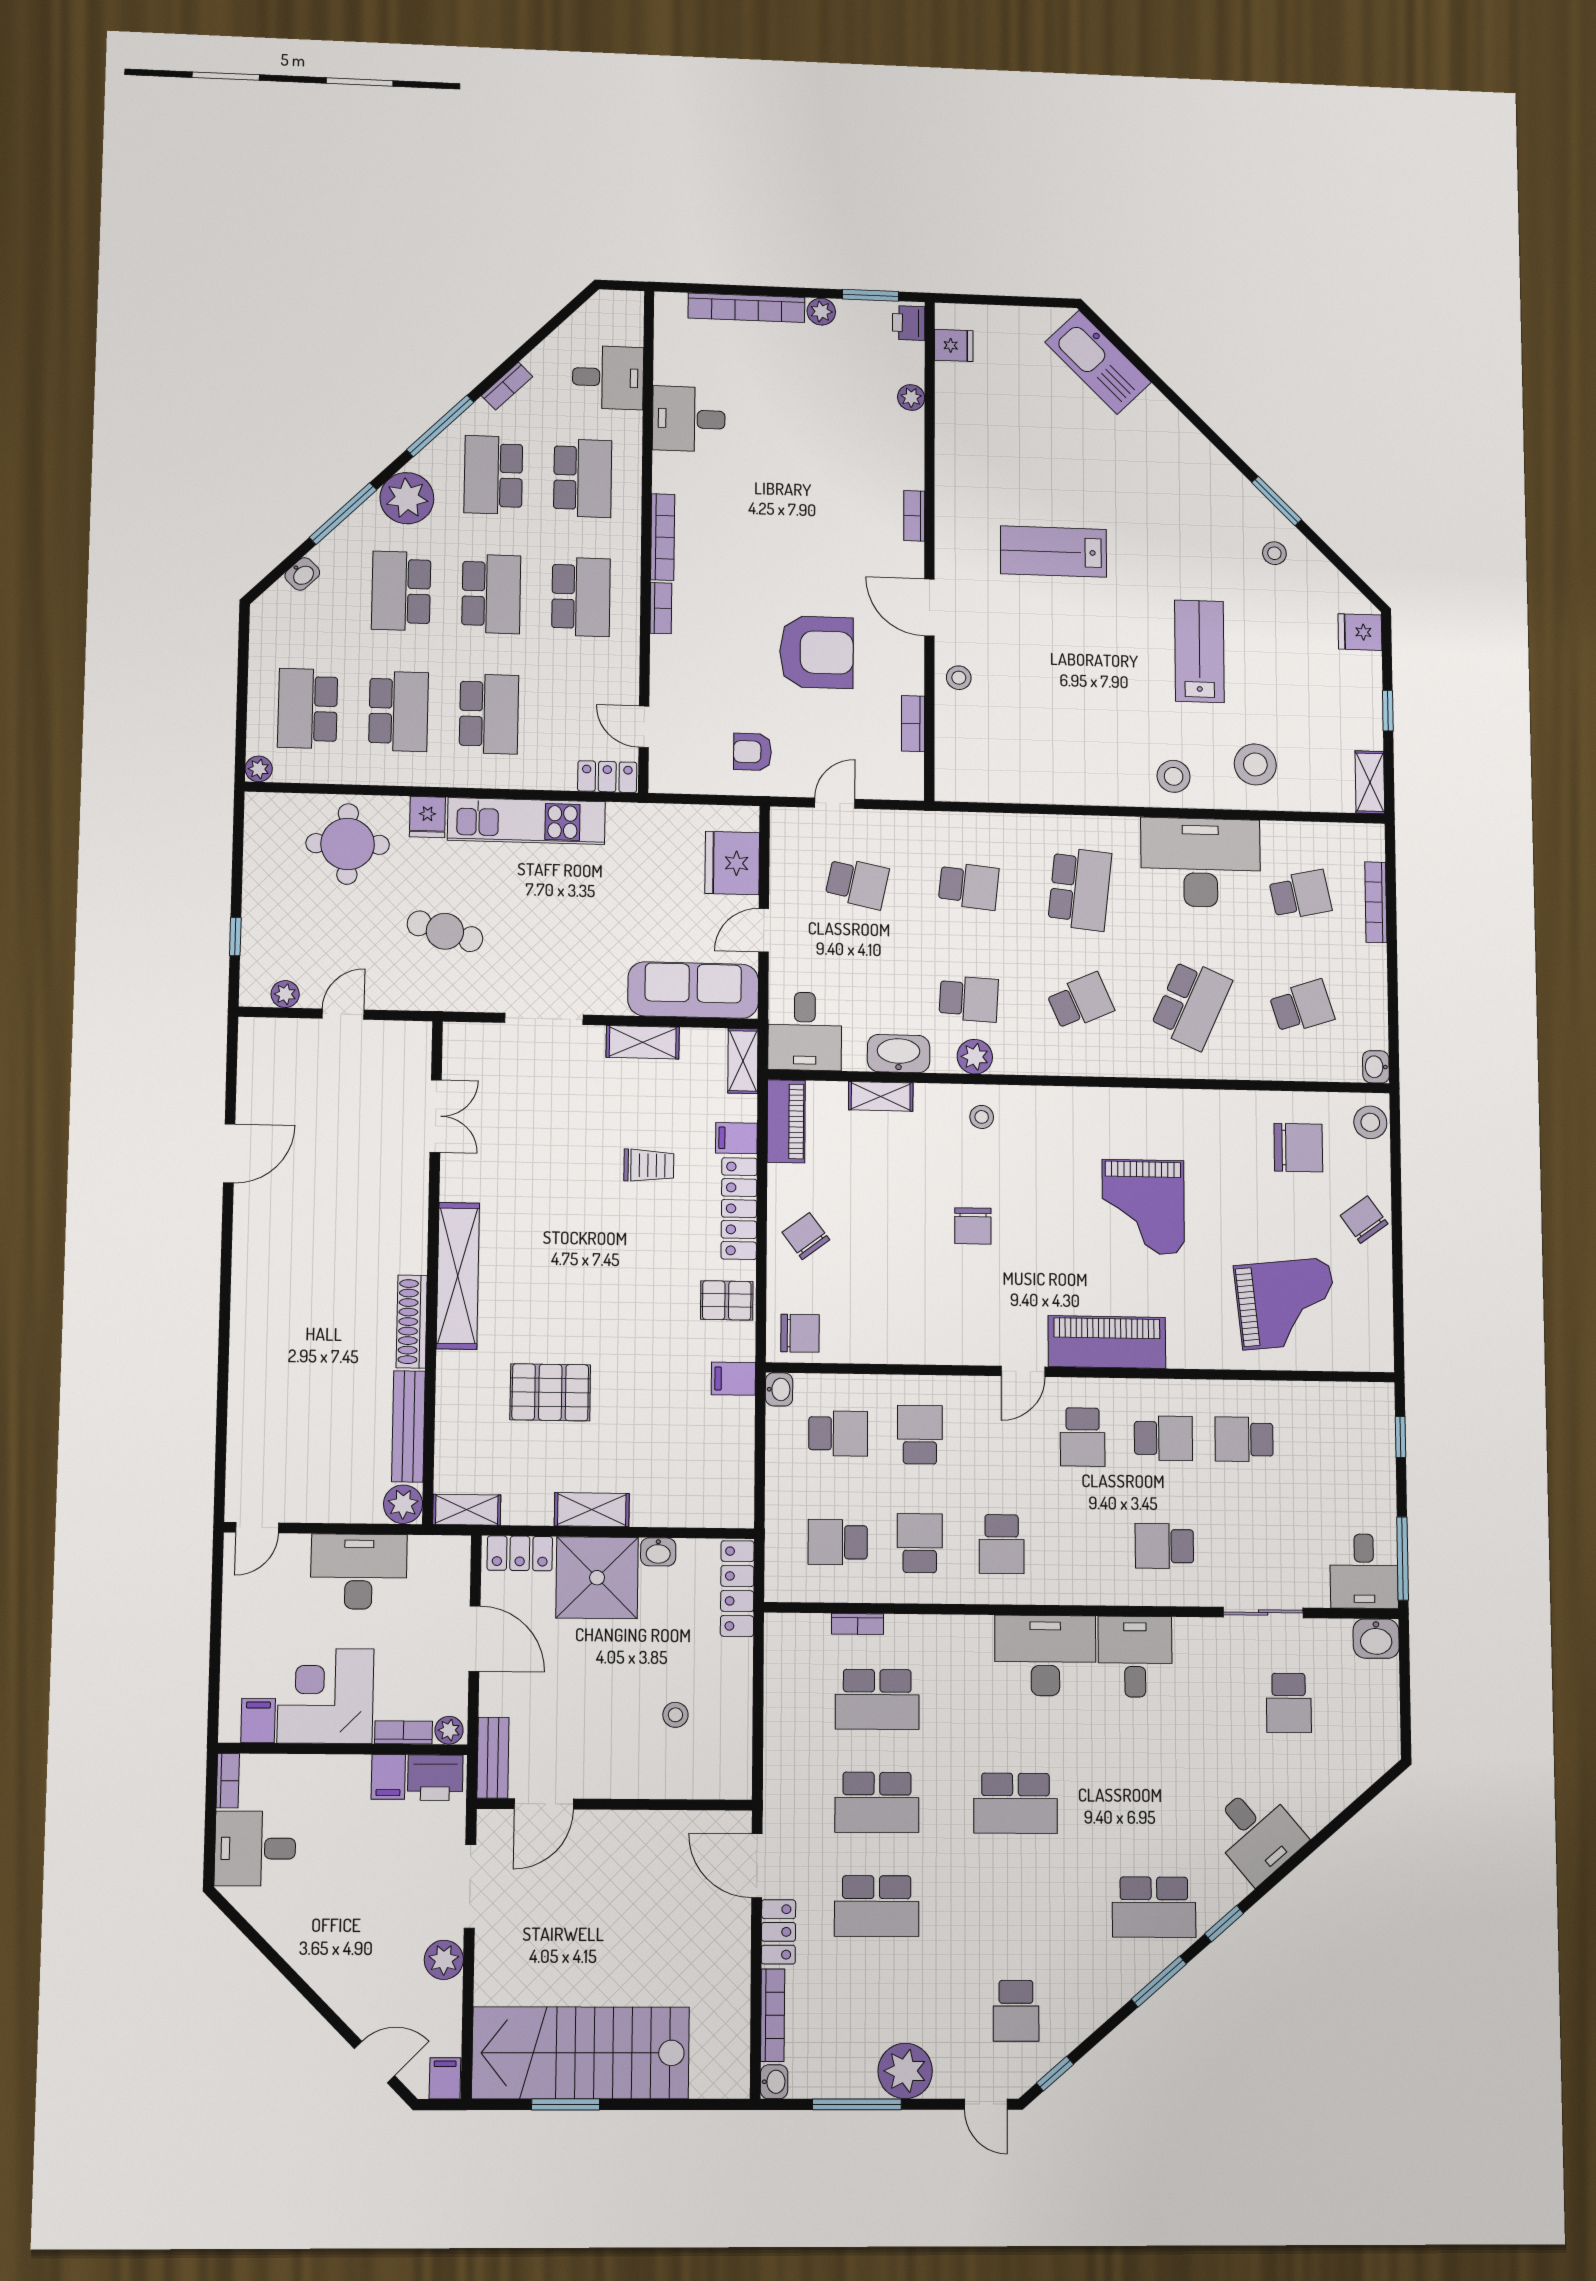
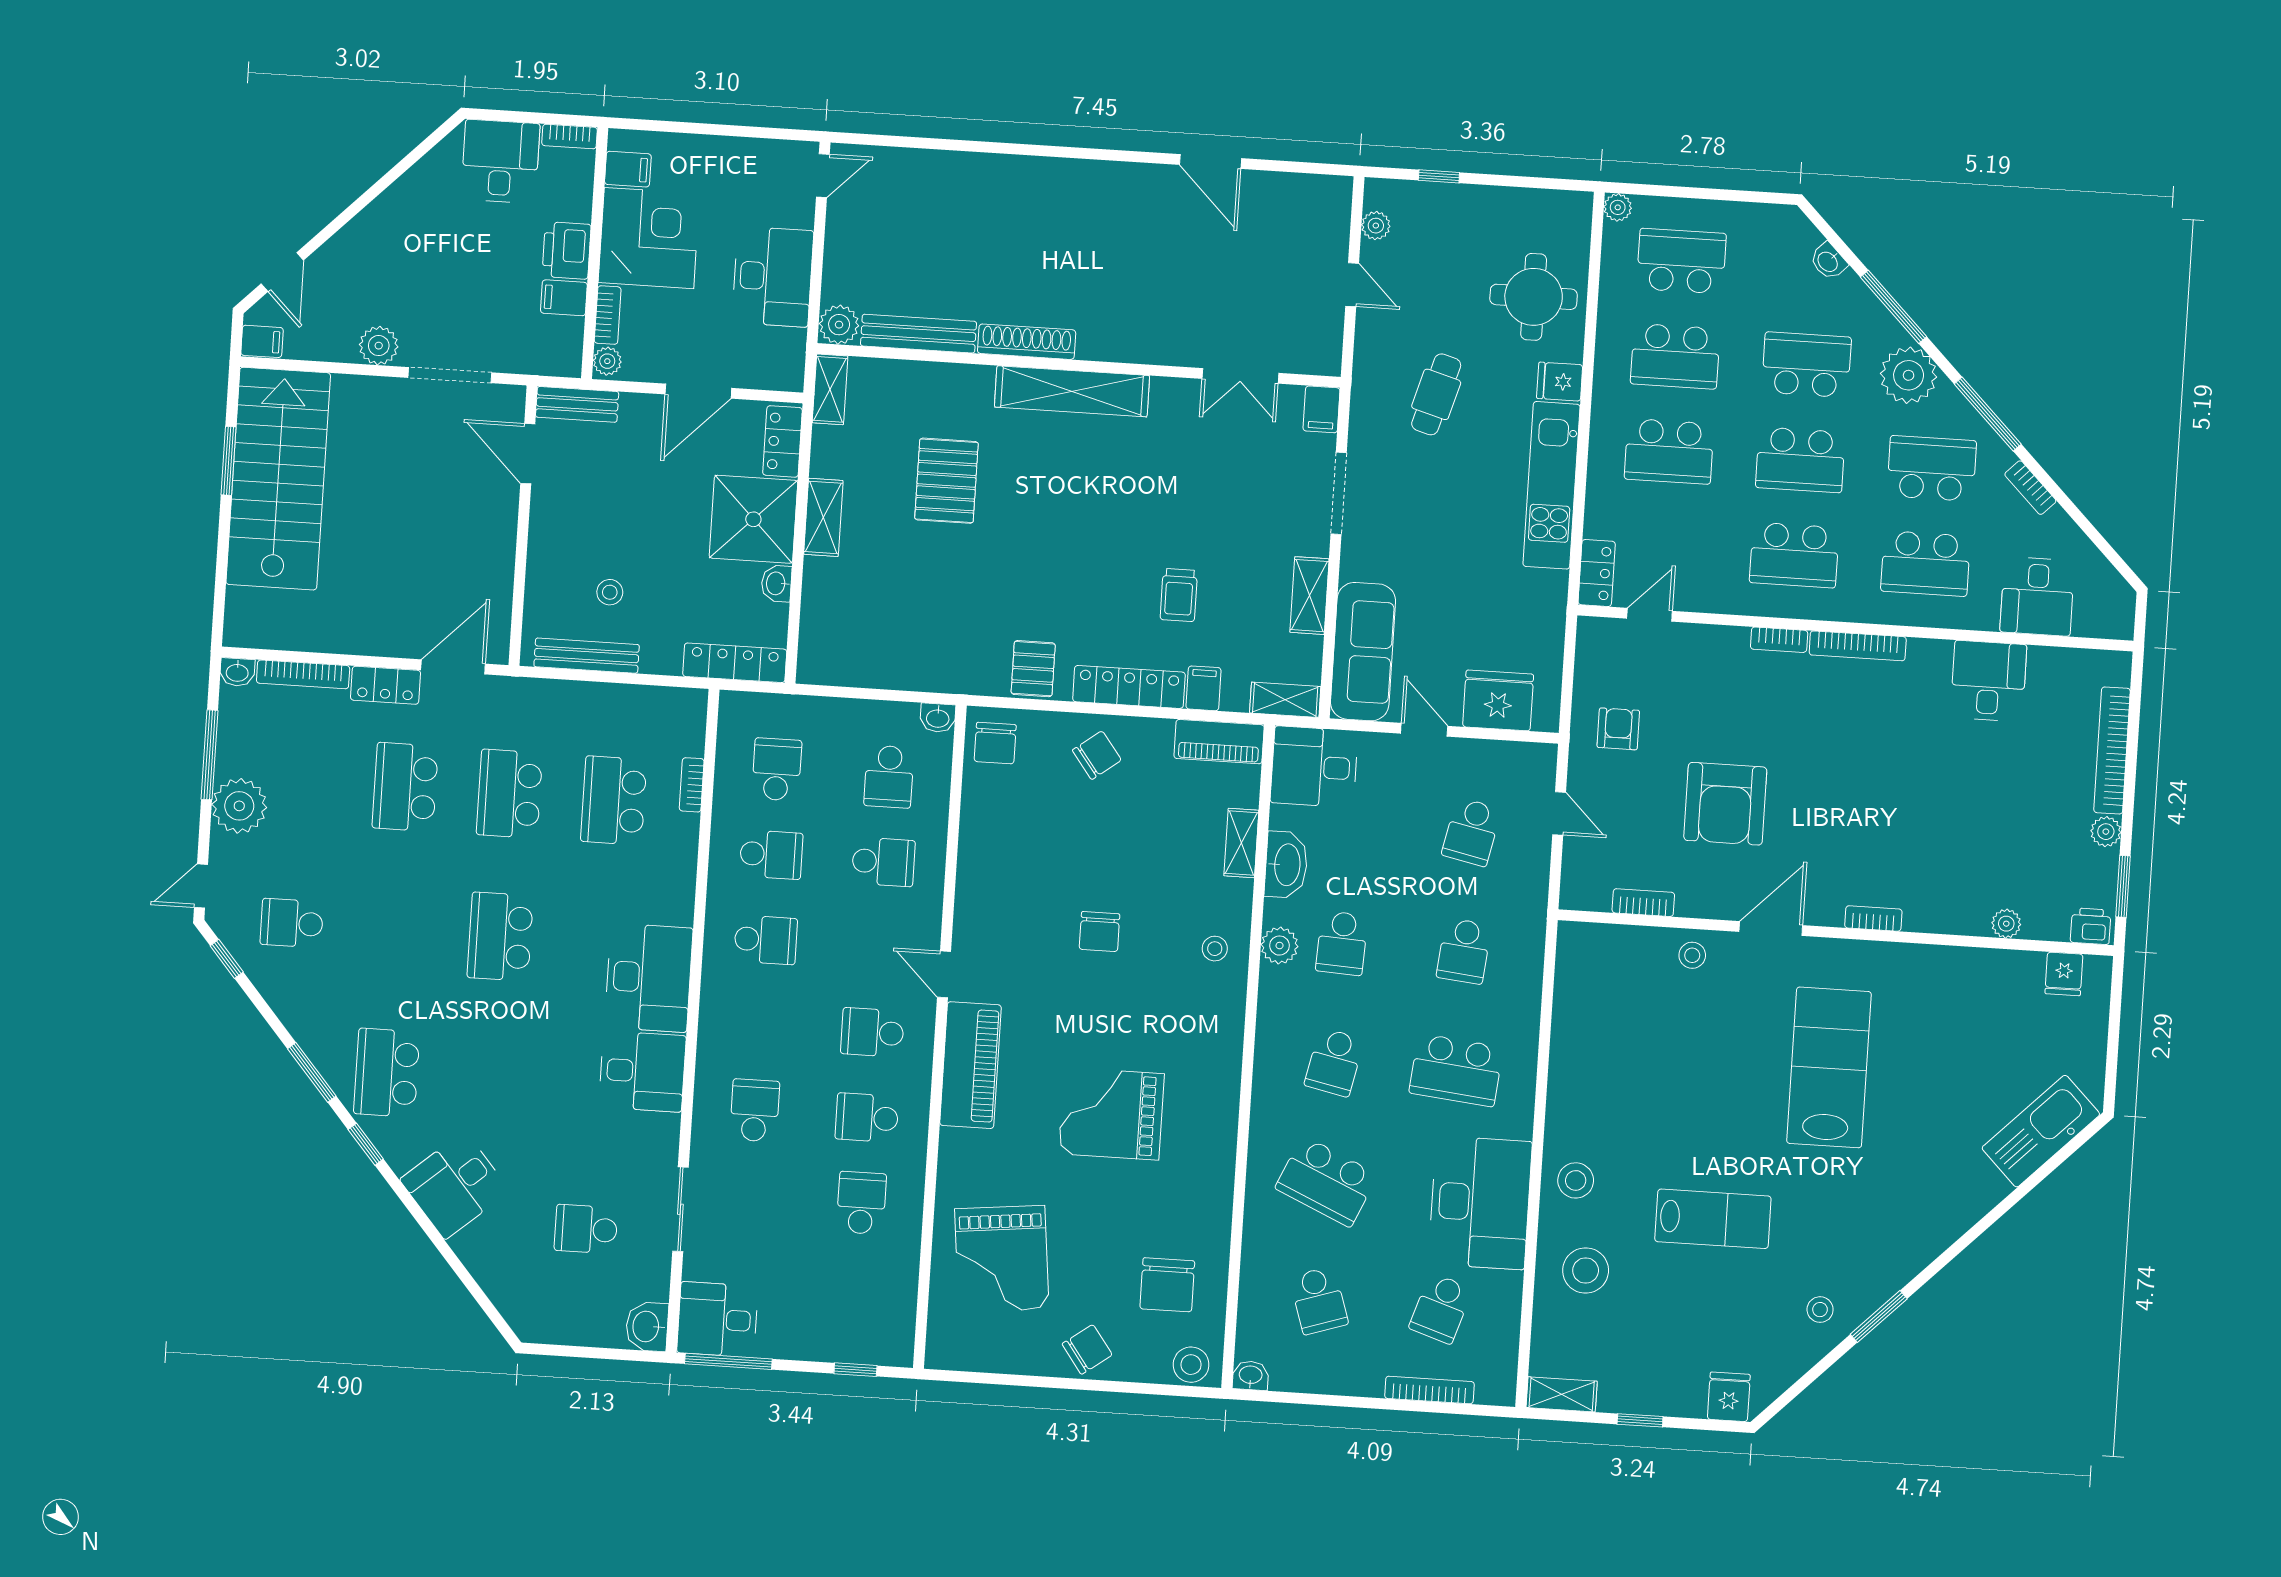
lab bench: (1054, 552) -> (1829, 1067), width x1.36, depth x1.39
school desk: (1300, 895) -> (1441, 1308), turned 30
school desk: (1080, 1002) -> (1334, 1062), turned 36
chair: (973, 1226) -> (1100, 932), turned -90
filing cabinet: (733, 1379) -> (1322, 409), moved, turned 180
school desk: (1163, 1438) -> (867, 1118), turned 90
door: (257, 1528) -> (823, 176), swing flipped
school desk: (1002, 1544) -> (766, 940), turned 180
bench: (738, 1734) -> (587, 656), added
printer: (435, 1778) -> (567, 250), moved

